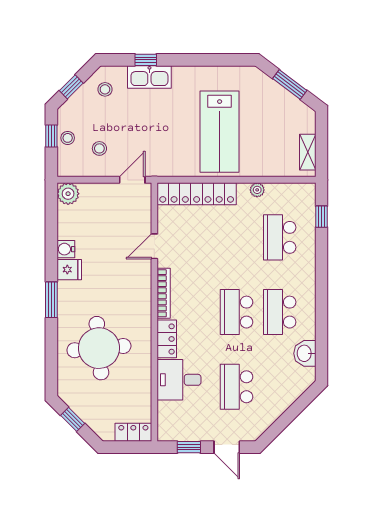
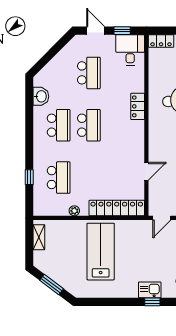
kitchen sink: (149, 77) -> (150, 290), width x0.73
window: (322, 217) -> (29, 177), moved
bookcase: (164, 293) -> (140, 138), removed
desk: (179, 380) -> (130, 50), moved, turned -90

